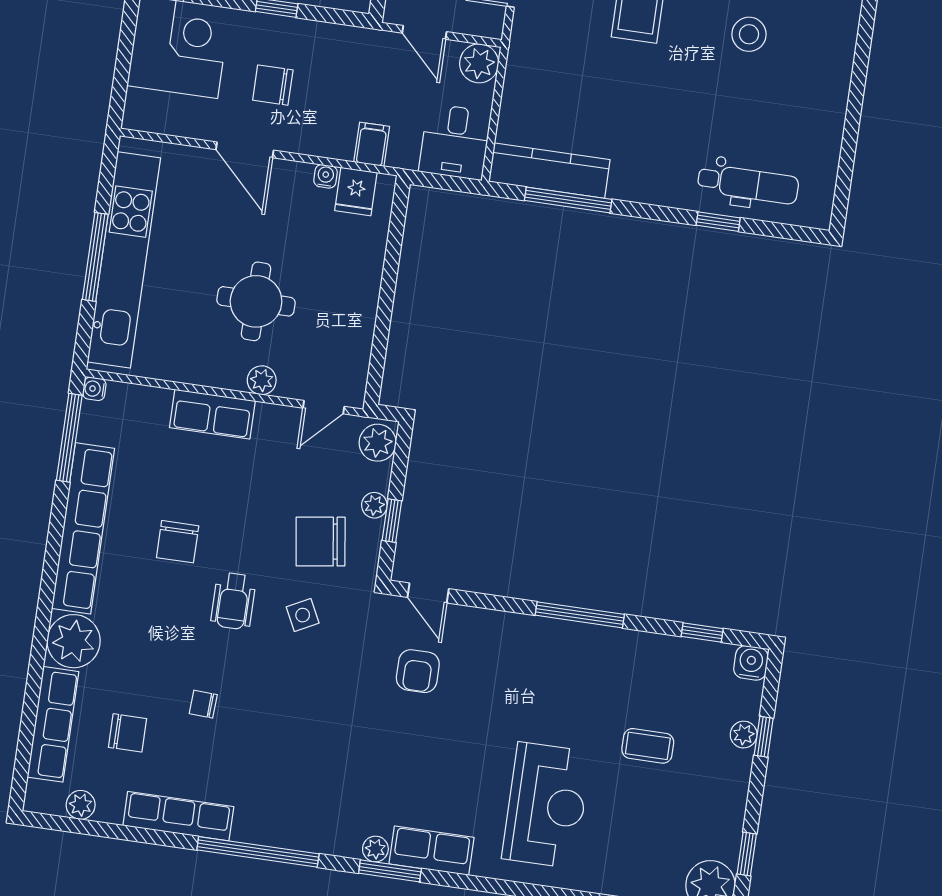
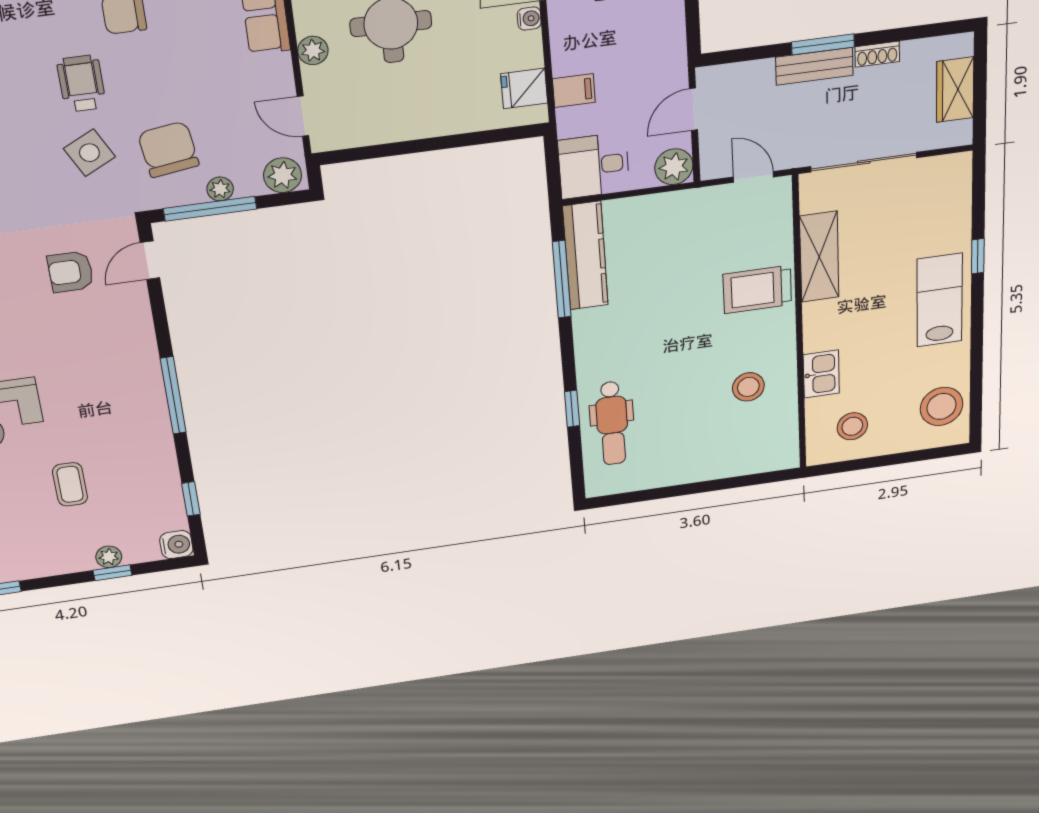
water cooler: (326, 176) -> (529, 19), moved
window: (392, 521) -> (210, 209), width x2.17
wheelchair: (233, 601) -> (81, 84), turned 90
side table: (303, 615) -> (89, 153), width x1.37, depth x1.37

